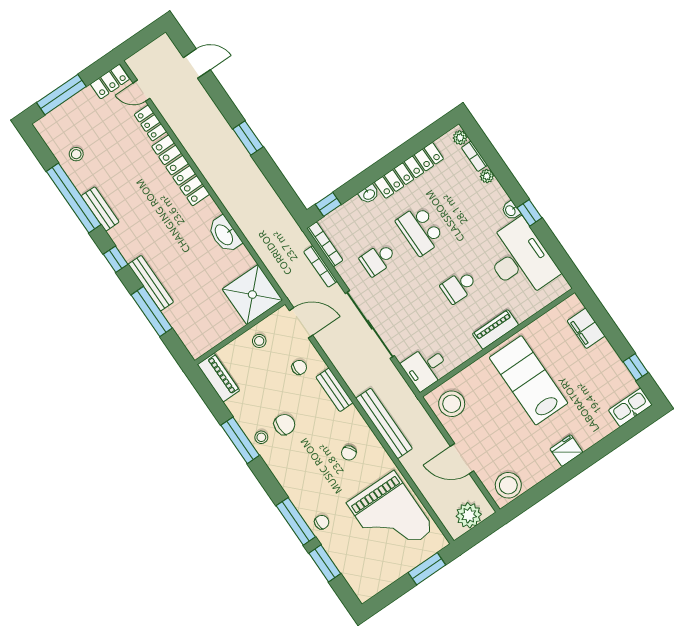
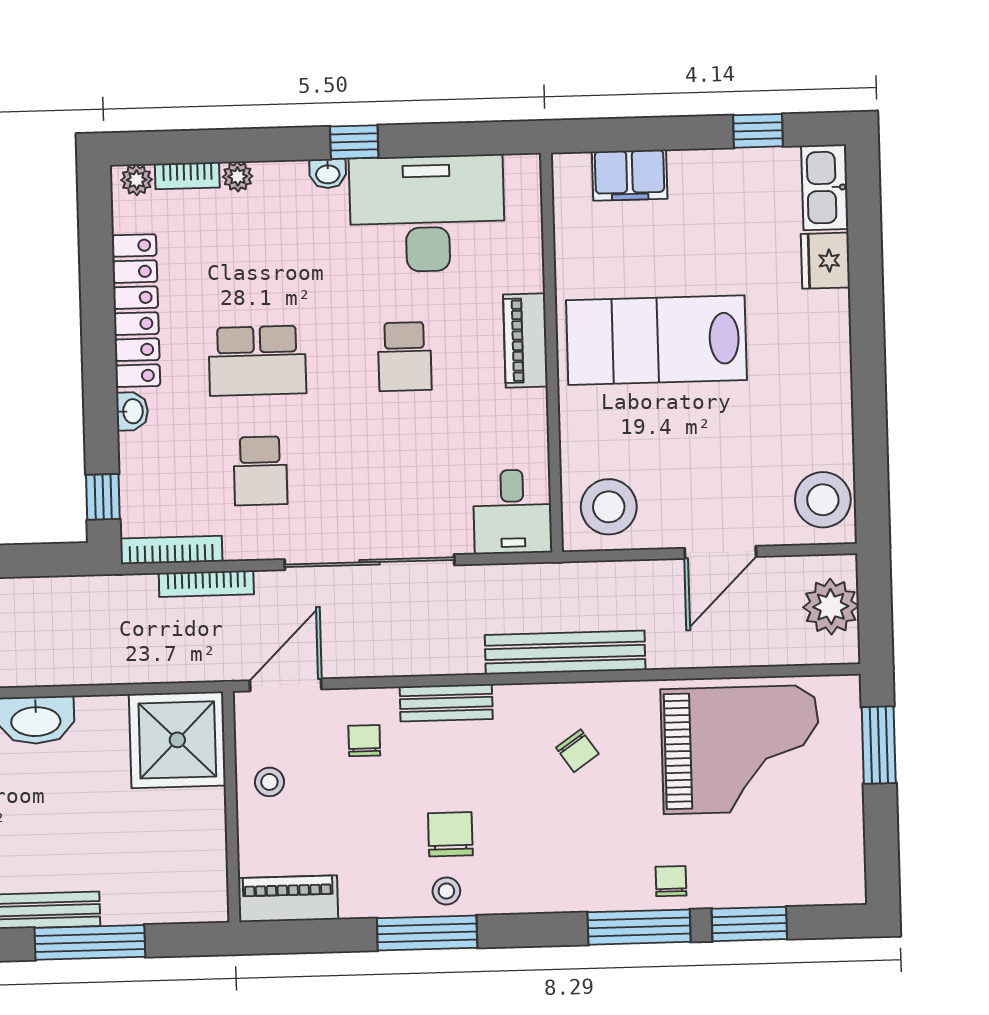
fridge: (566, 451) -> (825, 261), moved

